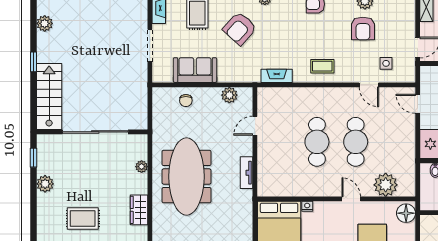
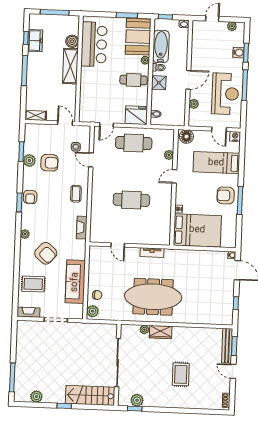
sofa: (195, 70) -> (75, 282), width x1.36
door: (369, 85) -> (91, 160), swing flipped
plant: (229, 95) -> (93, 311), moved
cafe table: (356, 142) -> (134, 143), moved
plant: (45, 184) -> (137, 400), moved
plant: (386, 185) -> (169, 155), width x0.53, depth x0.53
wardrobe: (139, 210) -> (161, 332), moved

